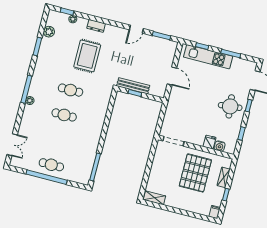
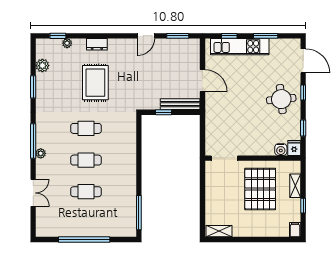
bench: (133, 86) -> (180, 104), moved
fridge: (209, 142) -> (294, 148), moved
double door: (12, 145) -> (33, 193), moved
cafe table: (51, 165) -> (86, 192), moved

